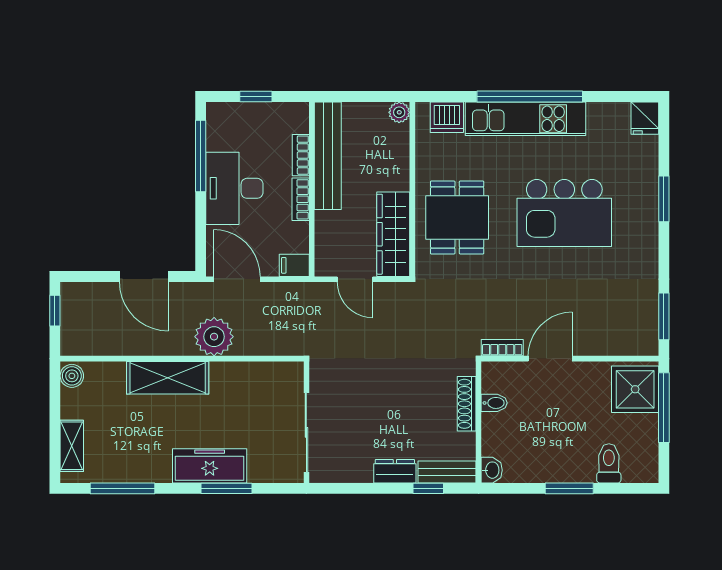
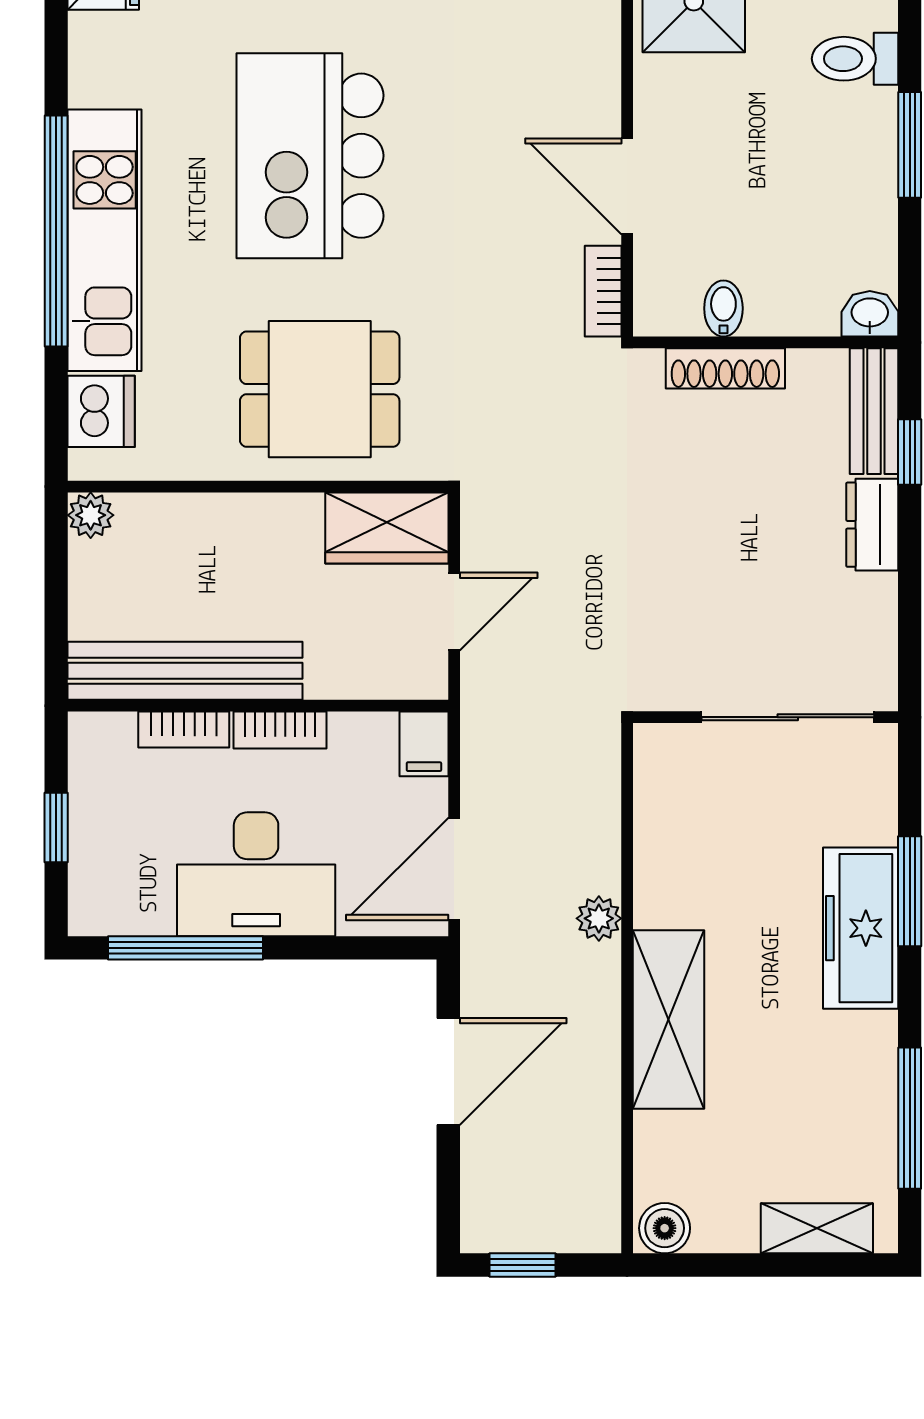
kitchen island: (564, 213) -> (310, 156), turned 180
wardrobe: (393, 234) -> (387, 528), width x0.67
plant: (214, 337) -> (599, 918), width x0.53, depth x0.53

